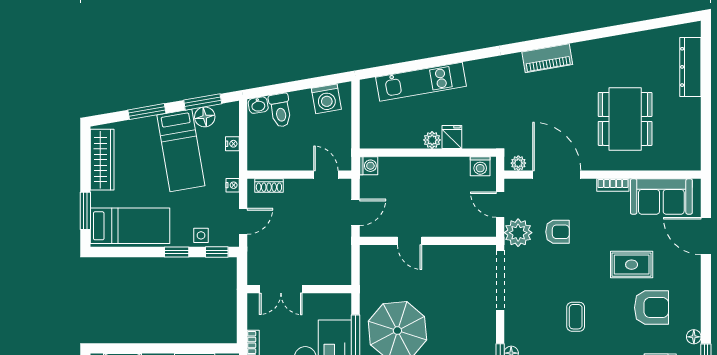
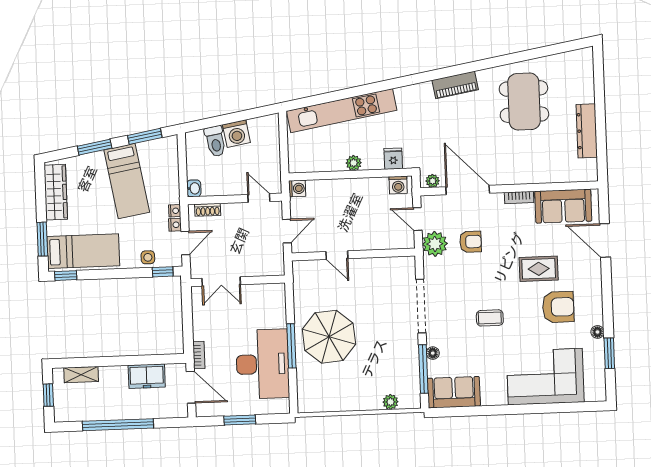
dresser: (690, 67) -> (587, 131), moved
kitchen unit: (421, 82) -> (342, 111), width x1.36
washing machine: (326, 99) -> (236, 134), moved
washbasin: (258, 105) -> (194, 188), moved, turned -80
floor lamp: (205, 117) -> (147, 150), removed
dining table: (625, 119) -> (524, 102), moved
fridge: (452, 137) -> (393, 159), moved
nightstand: (232, 144) -> (175, 225), moved
window: (177, 252) -> (66, 276), moved
doorway: (500, 280) -> (421, 306), moved
double door: (281, 289) -> (221, 281), moved
wall: (299, 289) -> (238, 281), moved
coffee table: (576, 317) -> (490, 318), turned 90

